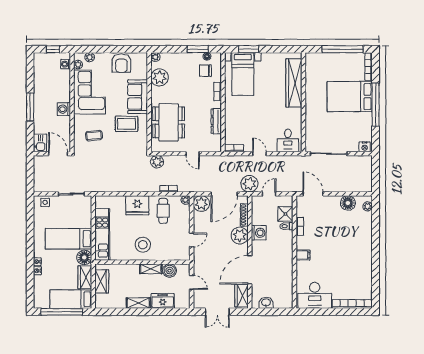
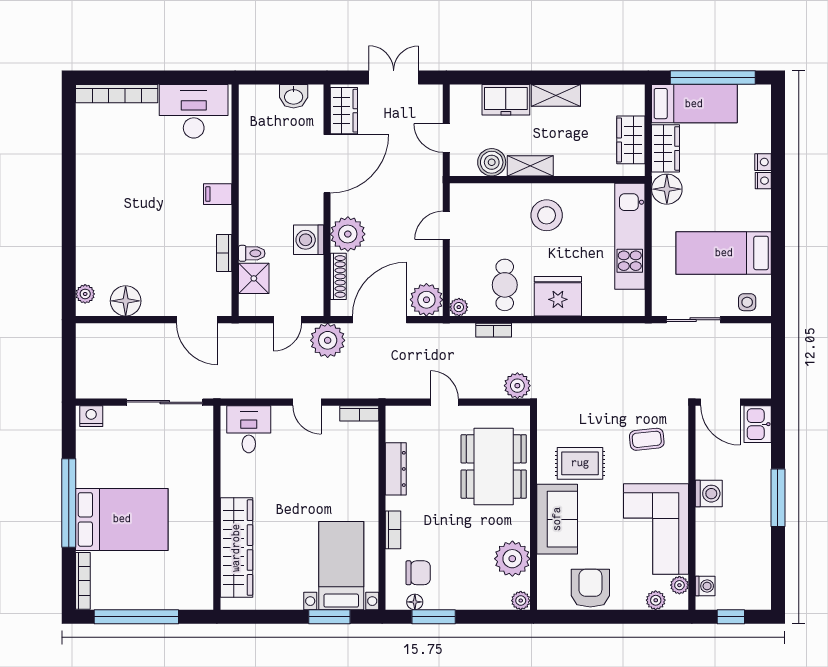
bed: (68, 239) -> (724, 253), moved, turned 180

